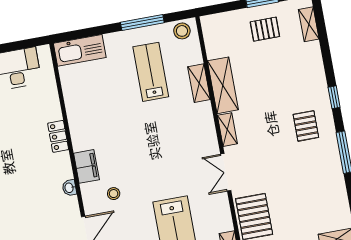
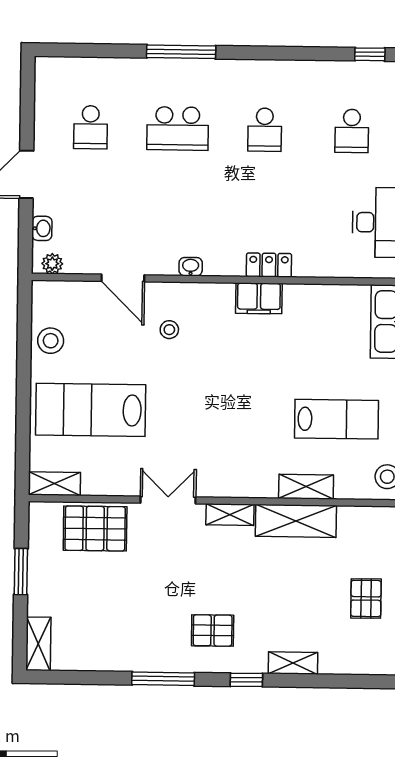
shelving: (309, 24) -> (293, 663), moved
filing cabinet: (86, 166) -> (259, 298), moved

